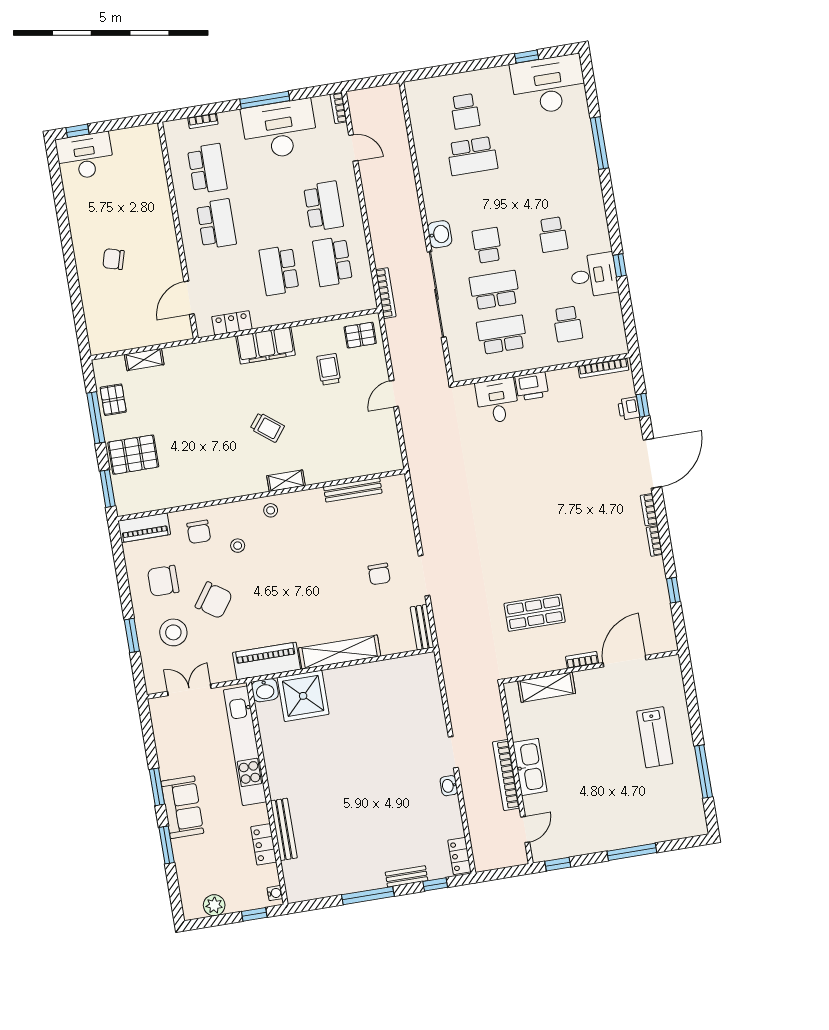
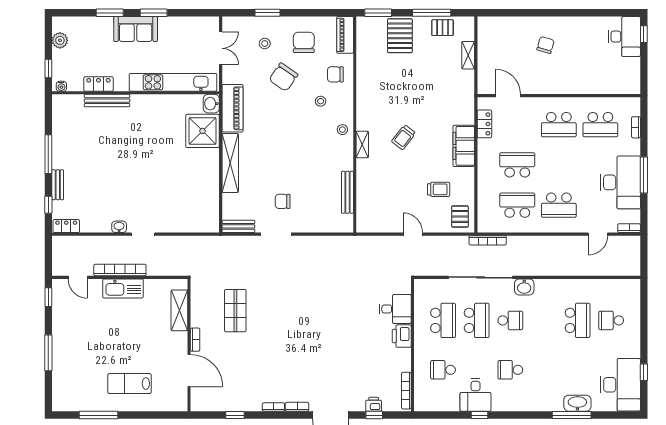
washbasin: (582, 138) -> (577, 403), added
school desk: (472, 156) -> (578, 320), turned 180
stool: (173, 632) -> (265, 44), width x0.53, depth x0.53

